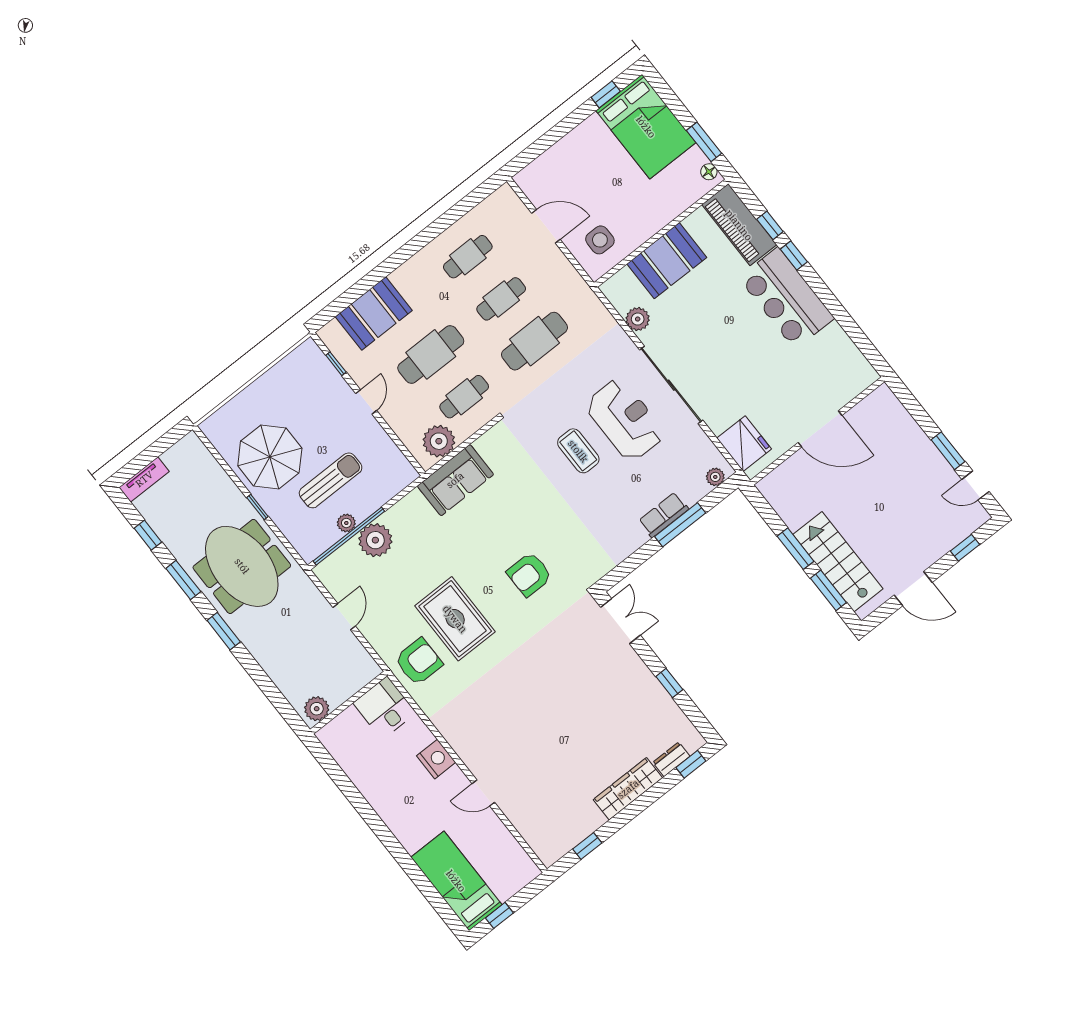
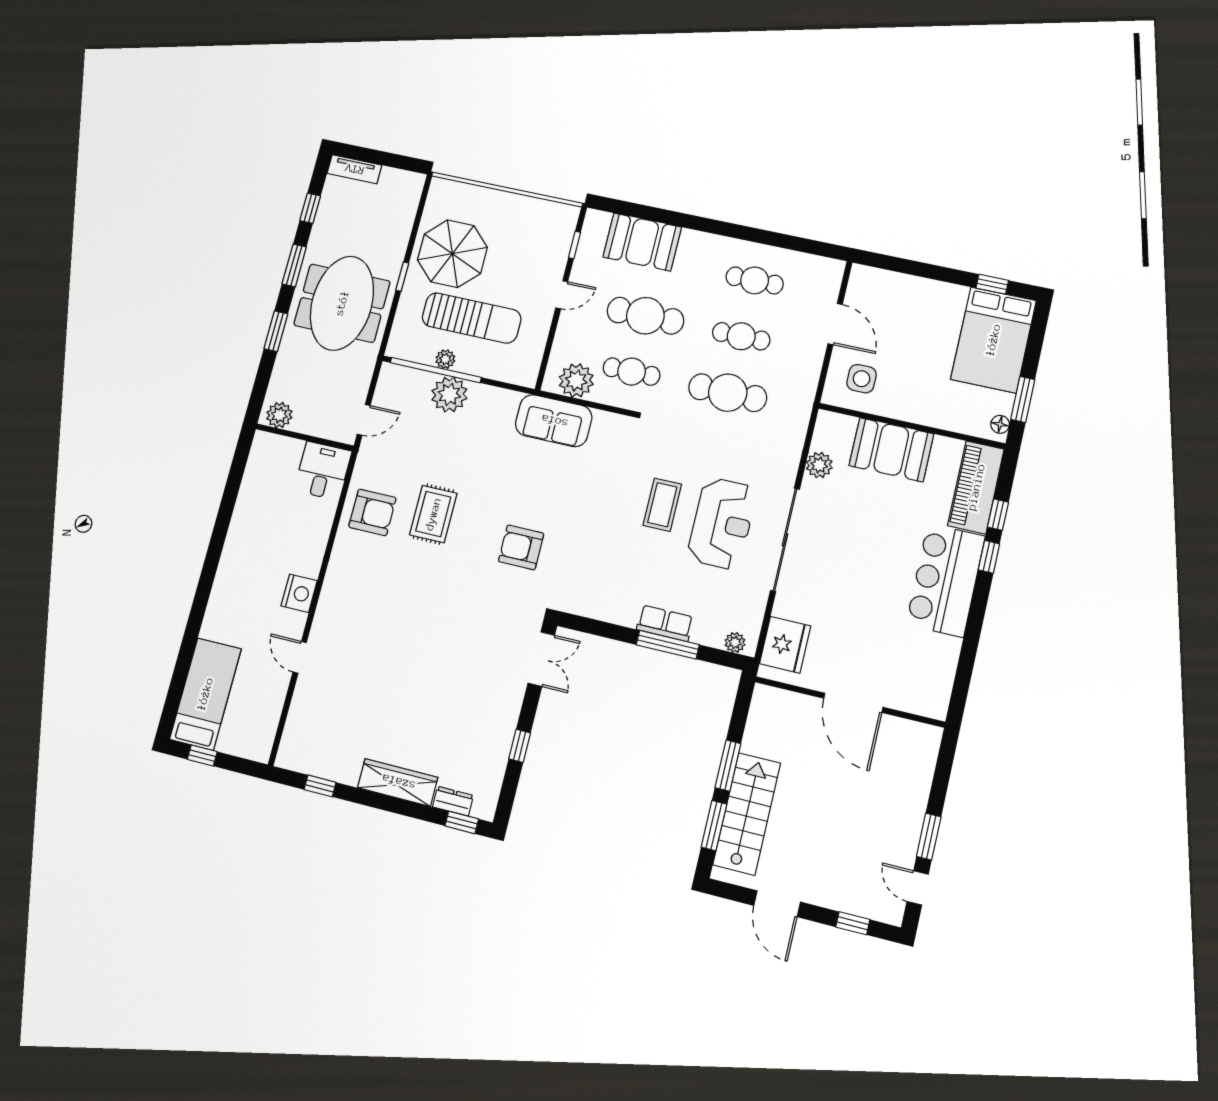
sun lounger: (331, 480) -> (472, 318), width x1.36, depth x1.34
rug: (455, 619) -> (433, 514), width x0.73, depth x0.70
wall: (349, 703) -> (305, 437), moved
desk: (385, 708) -> (323, 471), moved
plant: (317, 709) -> (279, 415), moved

